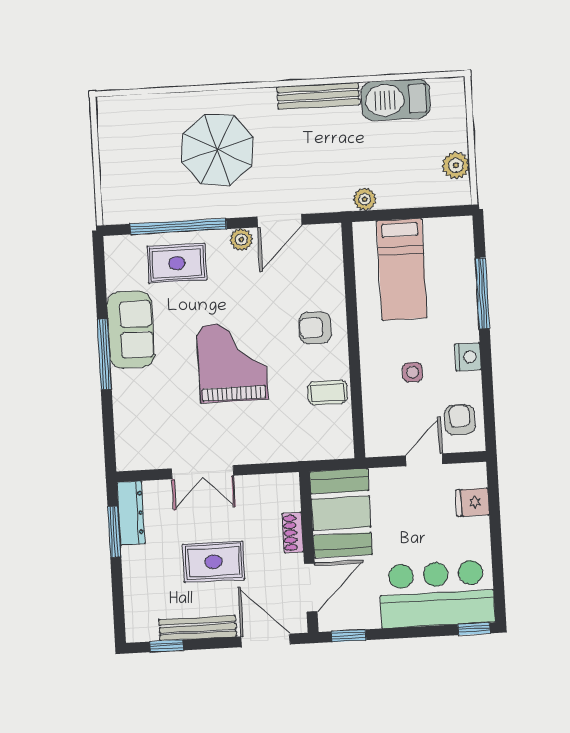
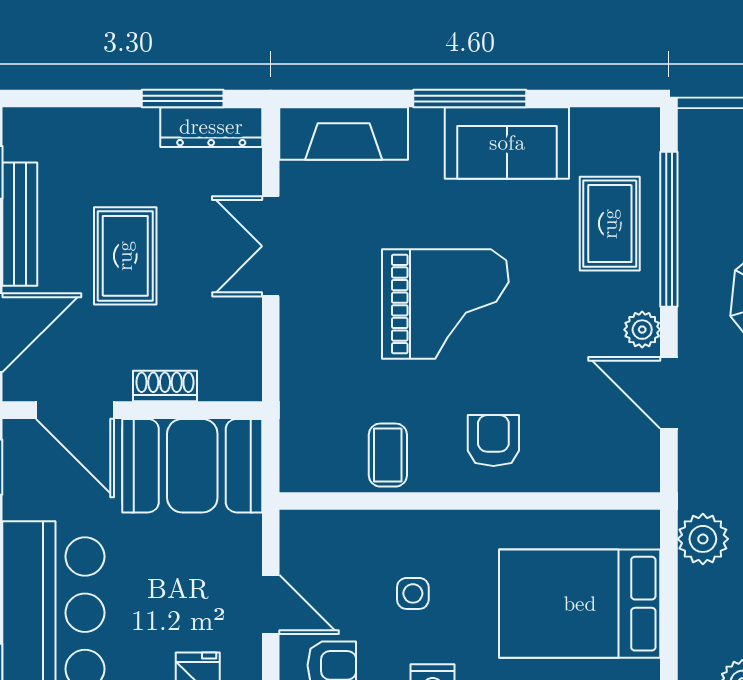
plant: (365, 199) -> (703, 539), width x1.38, depth x1.38
bed: (402, 269) -> (580, 604), width x1.50
fireplace: (130, 431) -> (344, 134), added

